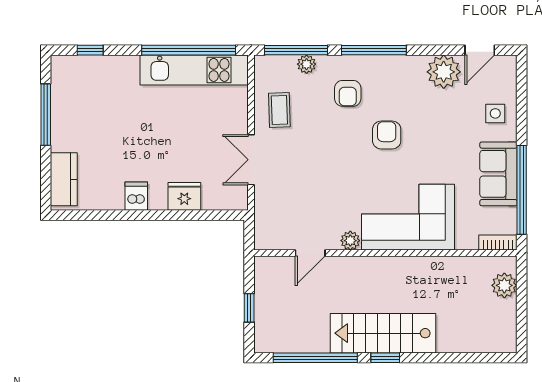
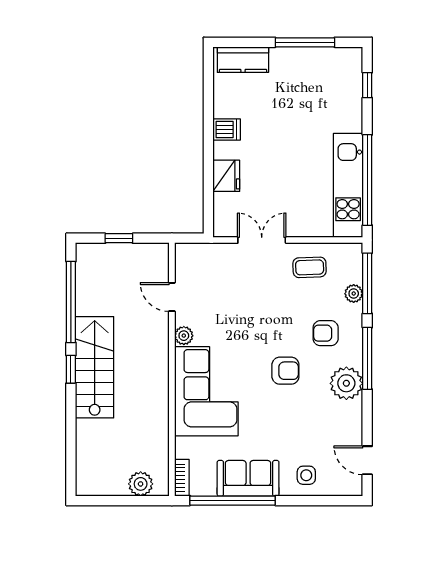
plant: (444, 72) -> (346, 383), moved

